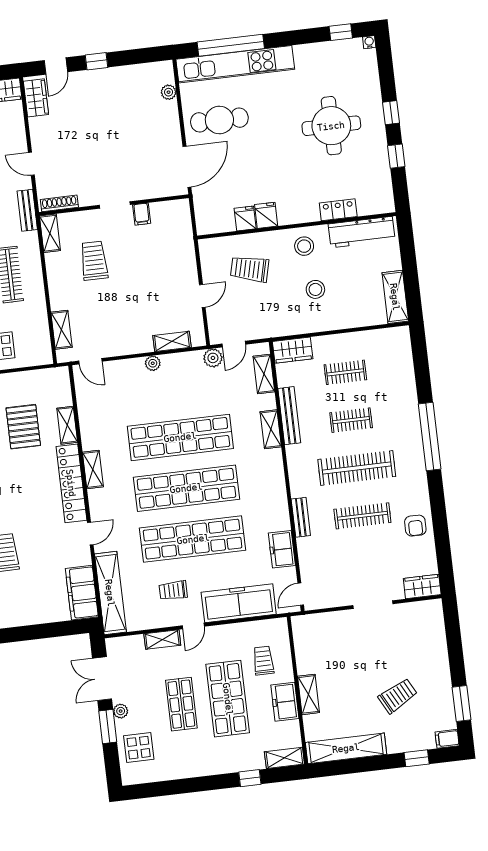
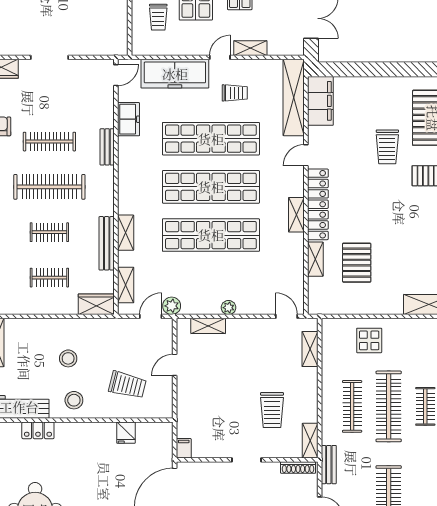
filing cabinet: (142, 214) -> (184, 448), moved
fridge: (266, 215) -> (106, 433), removed

